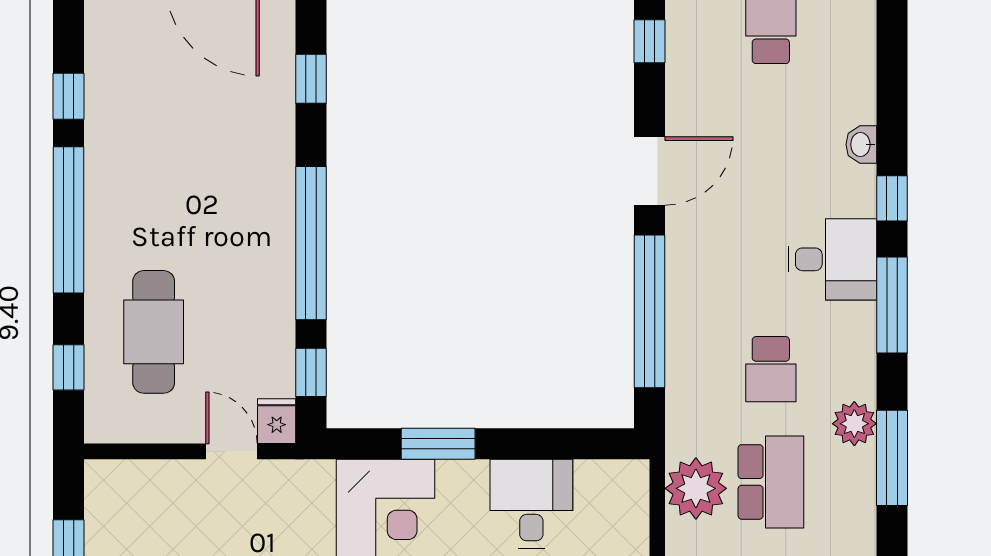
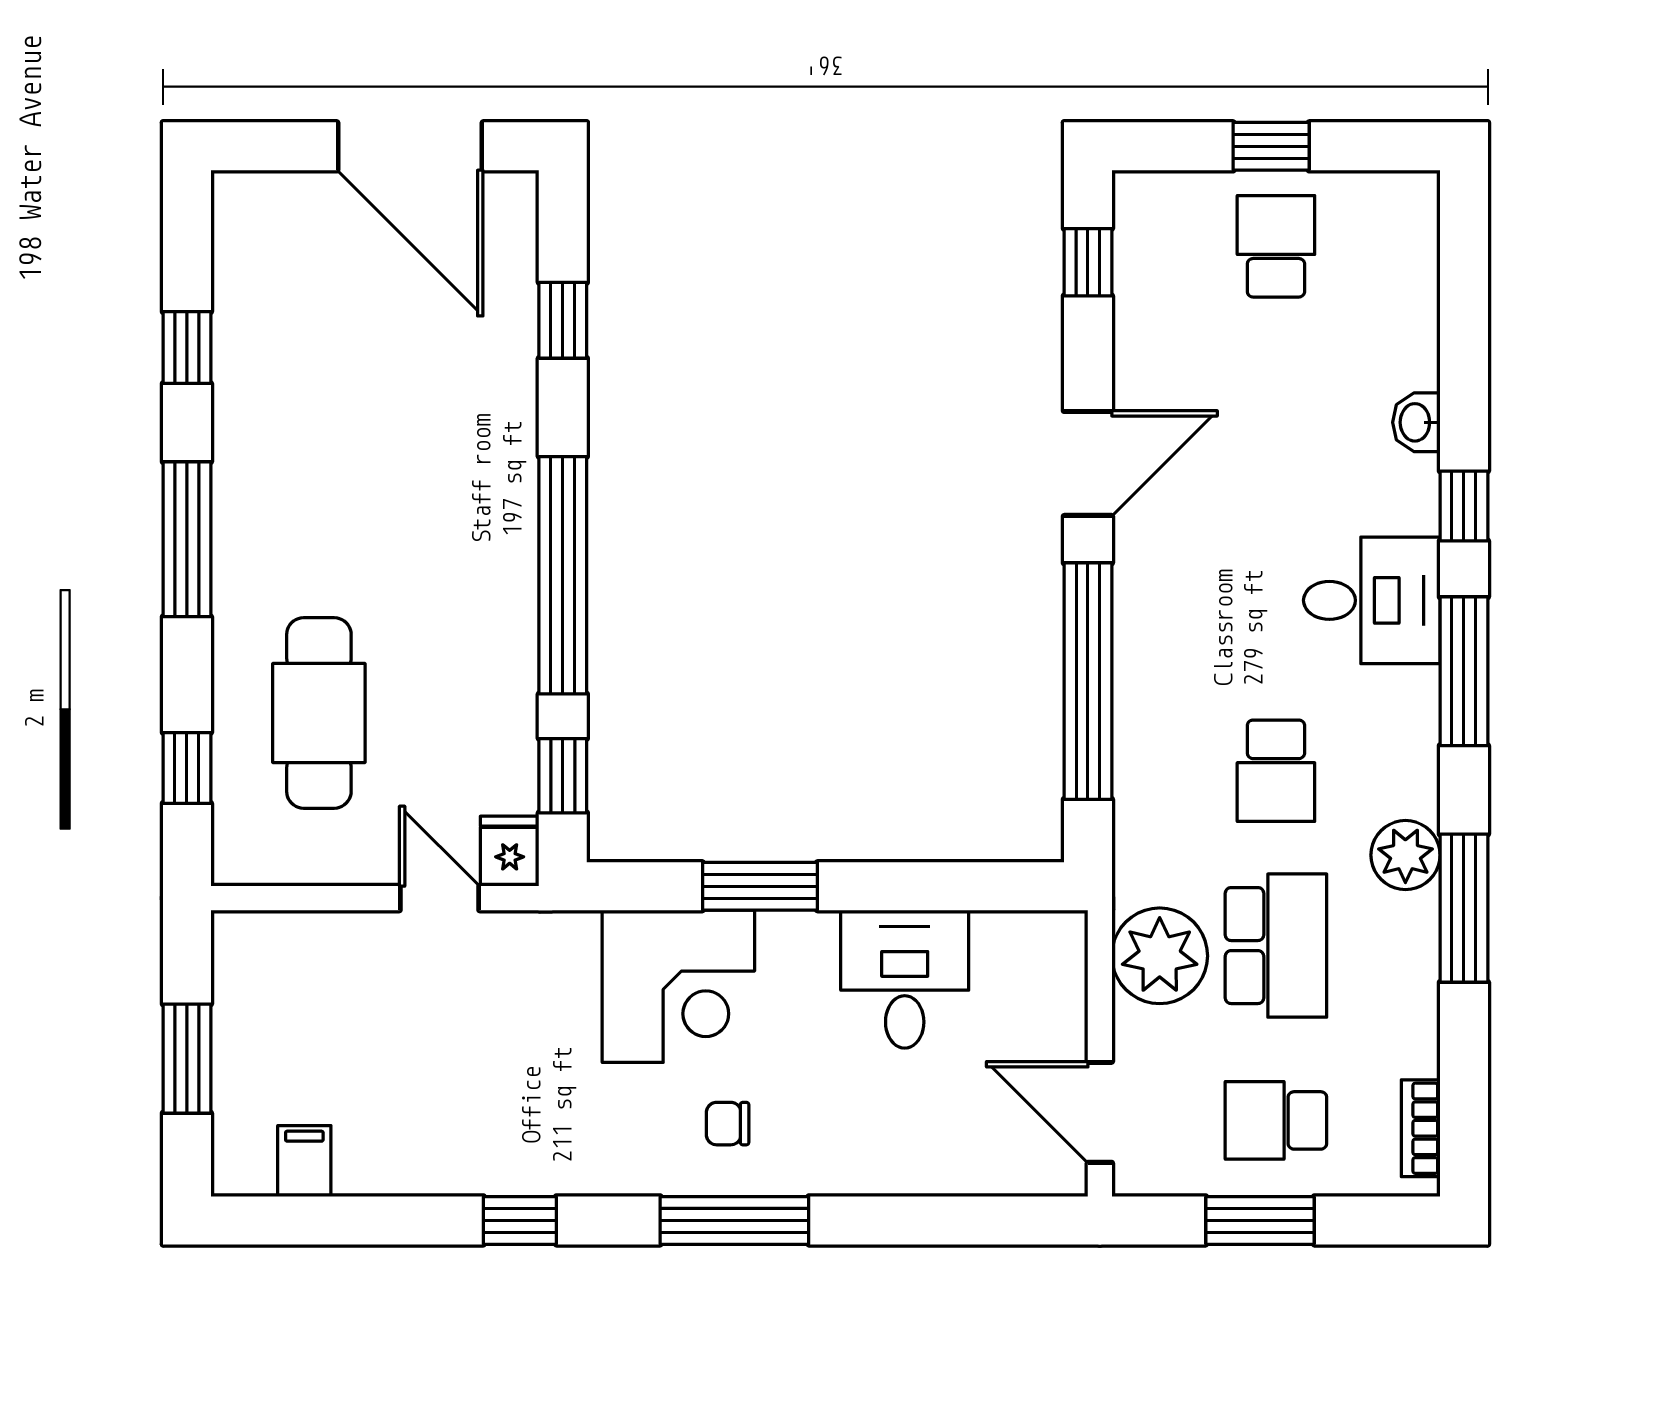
window: (69, 220) -> (187, 539), width x0.68

